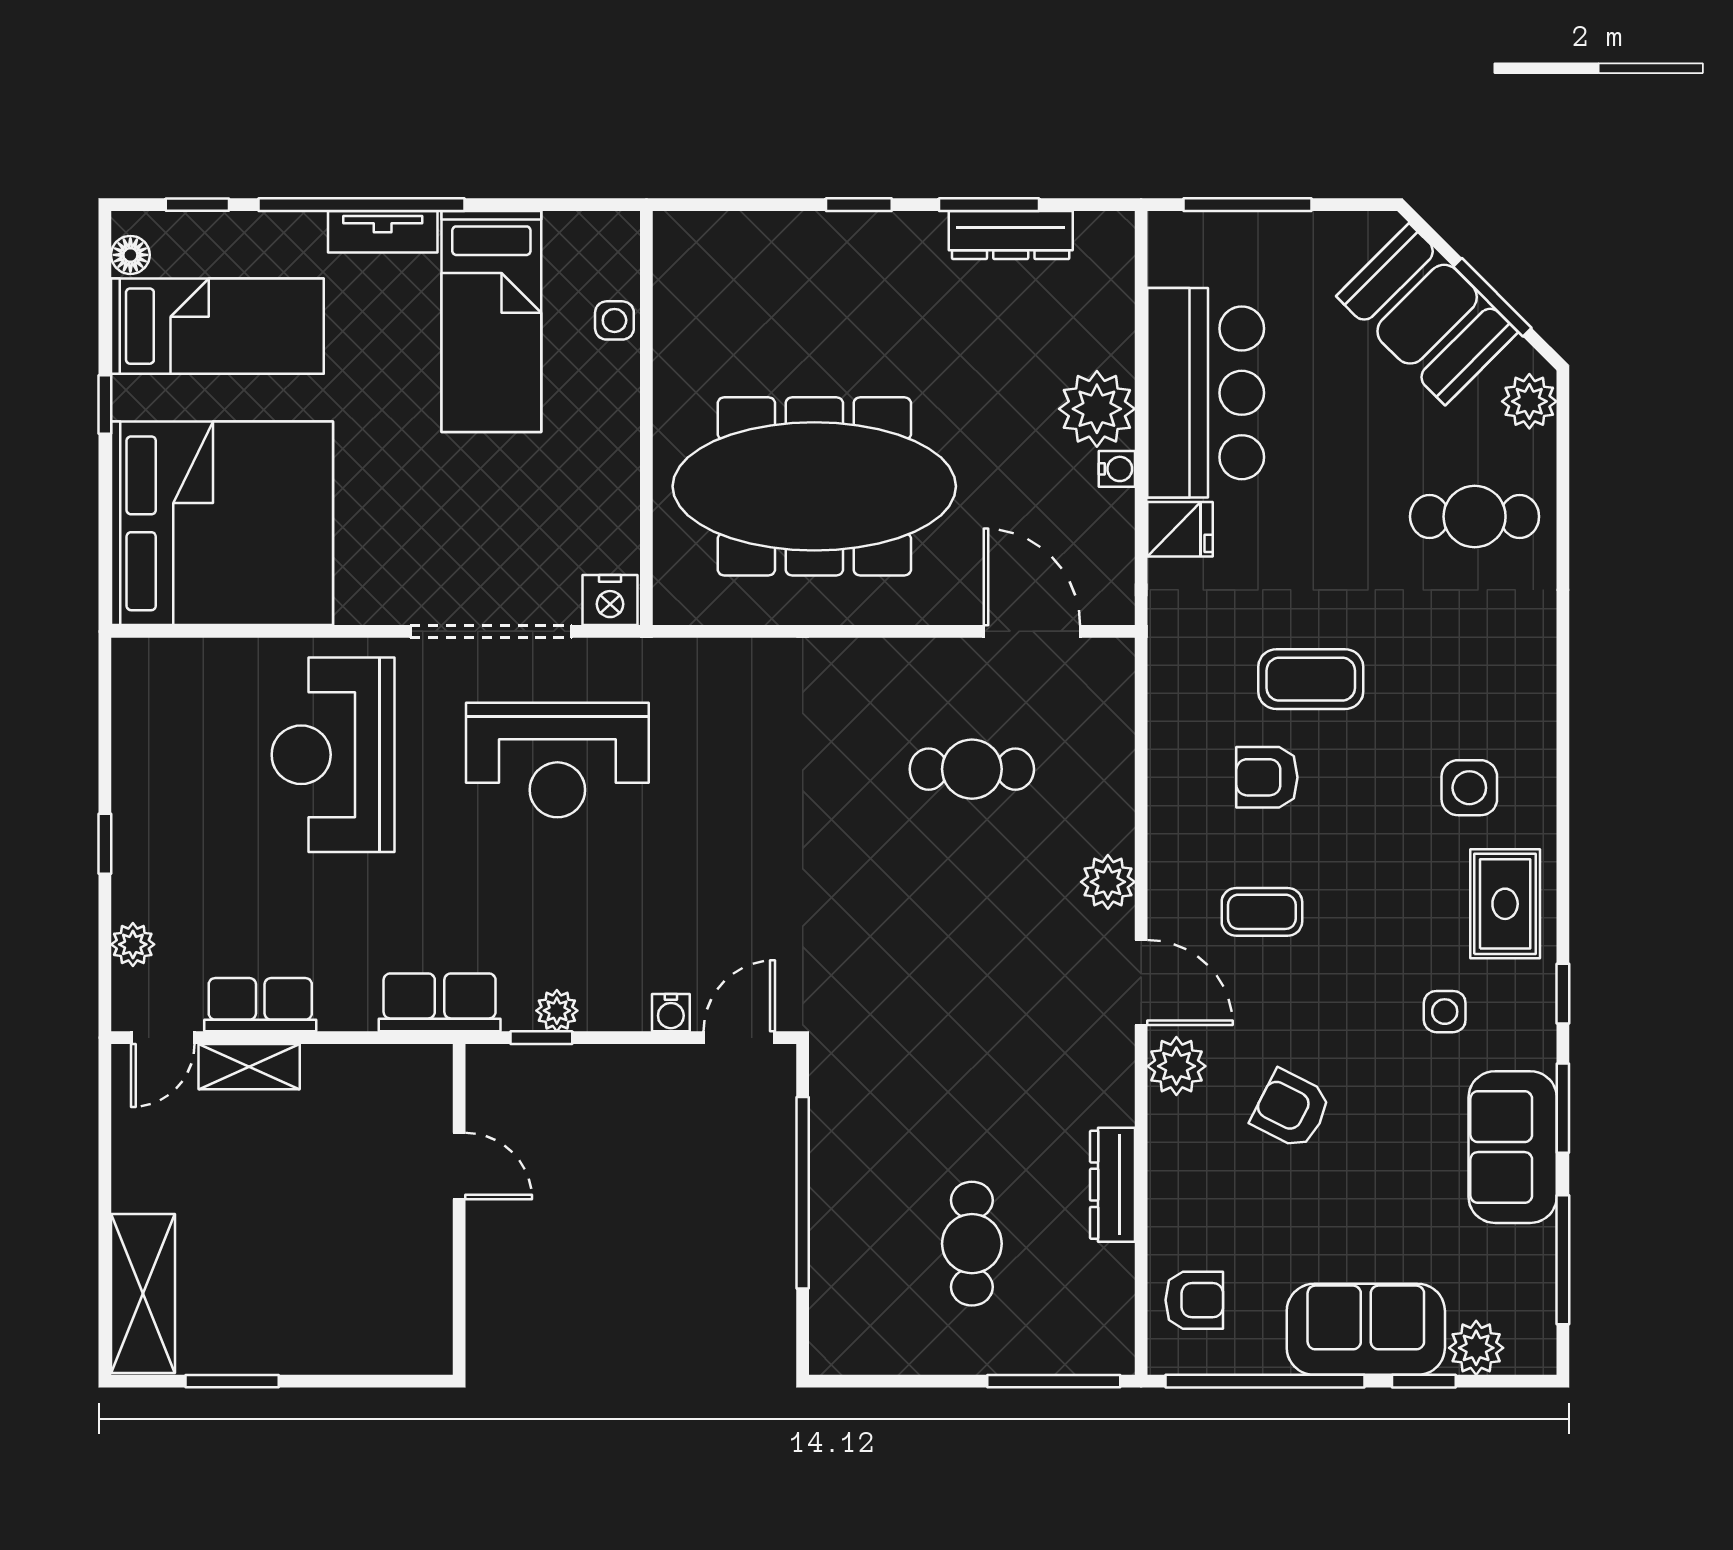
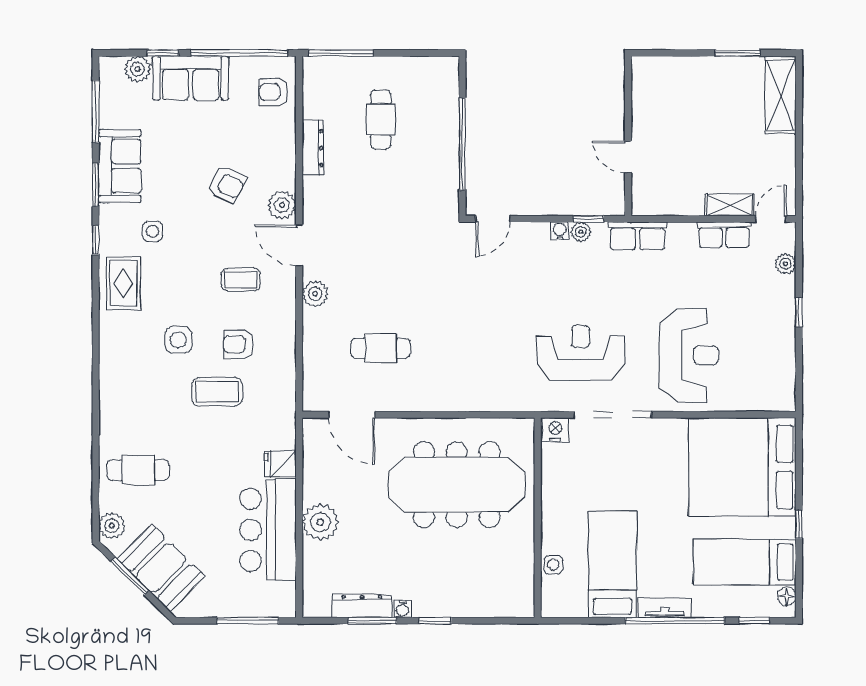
water cooler: (1117, 469) -> (402, 609), moved, turned -90
armchair: (1267, 777) -> (238, 344), turned 180
side table: (1469, 788) -> (178, 340), moved
water cooler: (671, 1013) -> (560, 231), moved

